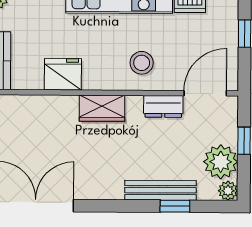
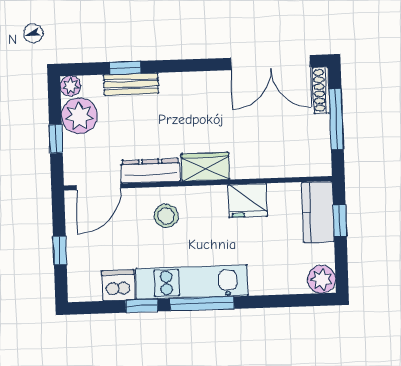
dresser: (163, 106) -> (150, 171), width x1.44
bench: (160, 190) -> (131, 84), width x0.73

